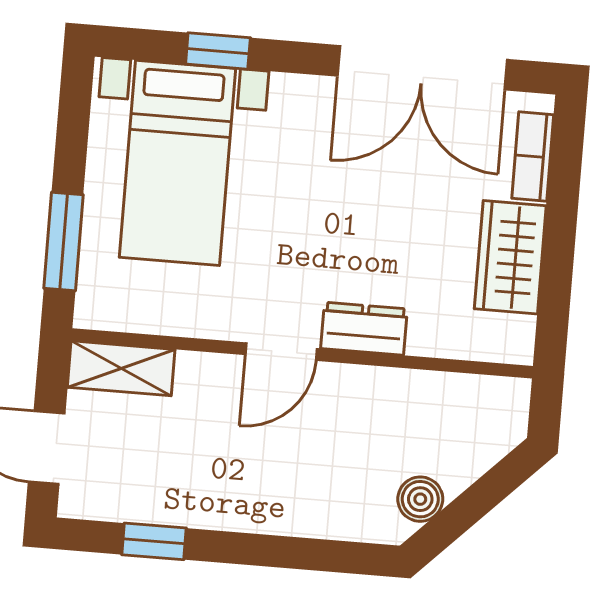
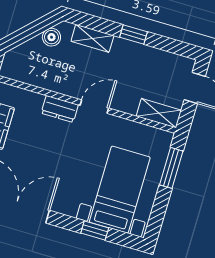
shelving: (320, 517) -> (92, 38), added
window: (154, 541) -> (134, 34), moved

